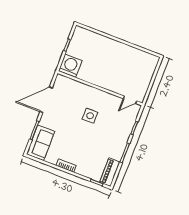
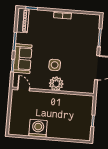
washing machine: (70, 66) -> (38, 128), moved, turned 180
plant: (94, 96) -> (56, 84), added
door: (130, 100) -> (24, 89), hinge flipped
sofa: (41, 143) -> (23, 59), moved, turned 180

